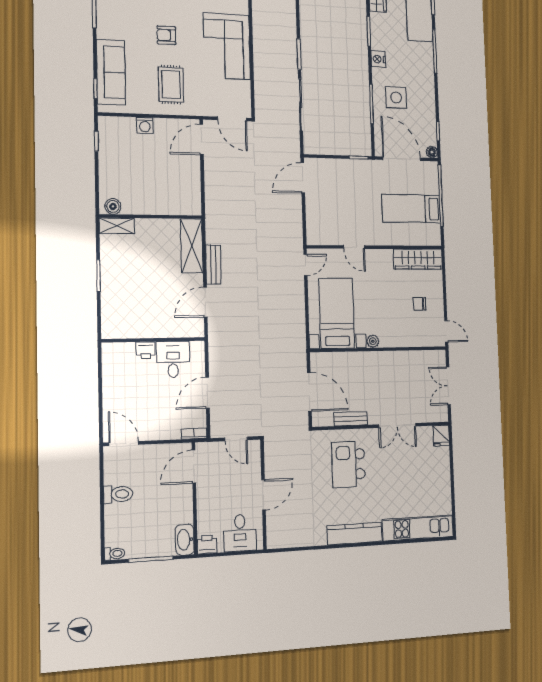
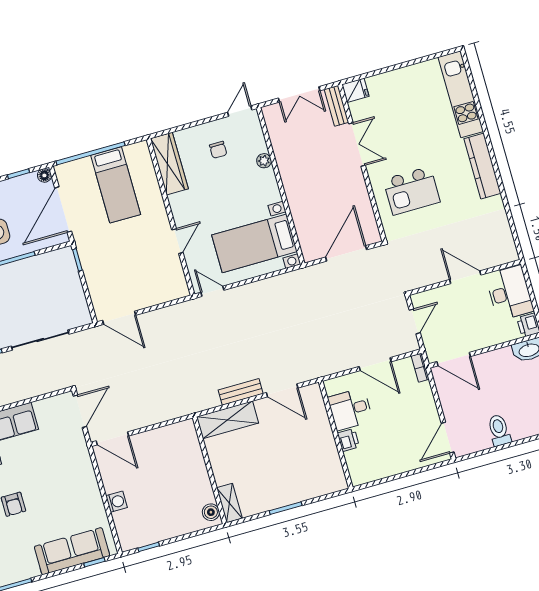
rug: (171, 85) -> (64, 486), removed
plant: (373, 341) -> (264, 161), moved
bench: (351, 419) -> (336, 106), moved
desk: (240, 533) -> (510, 293), width x1.37

